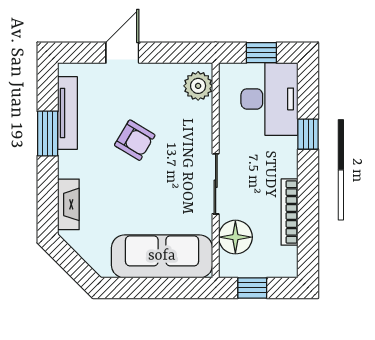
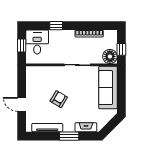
plant: (198, 86) -> (36, 72), removed
desk: (269, 99) -> (37, 42), width x0.73
window: (48, 133) -> (69, 136), moved
floor lamp: (235, 237) -> (110, 56), moved

